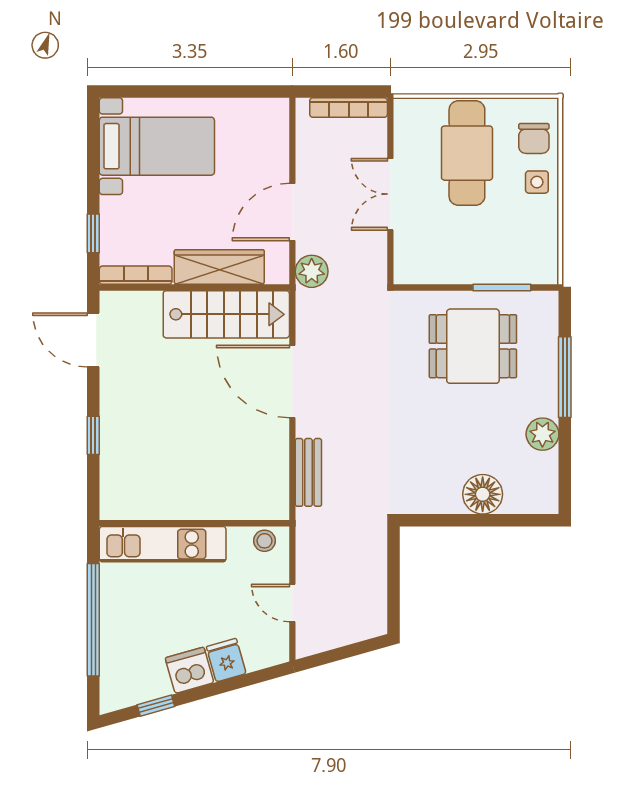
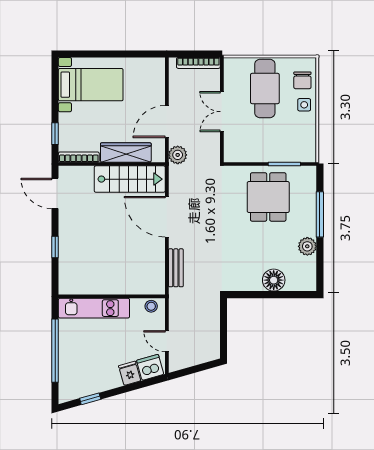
dining table: (473, 346) -> (268, 197), turned 90
dishwasher: (189, 670) -> (150, 367), moved

